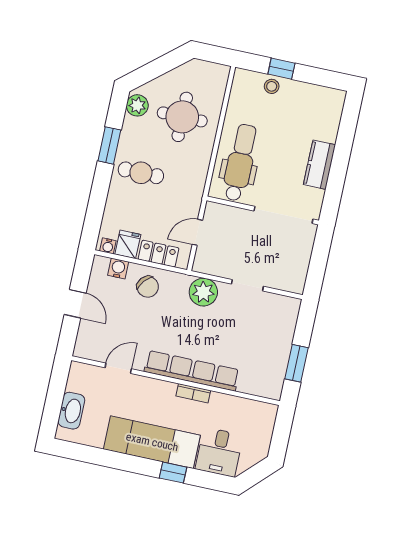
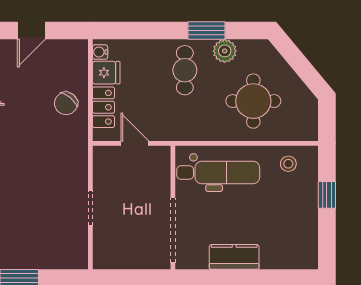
stool: (272, 86) -> (288, 164), moved
plant: (137, 105) -> (225, 51), moved
water cooler: (118, 268) -> (79, 68), removed
plant: (203, 292) -> (73, 163), removed

